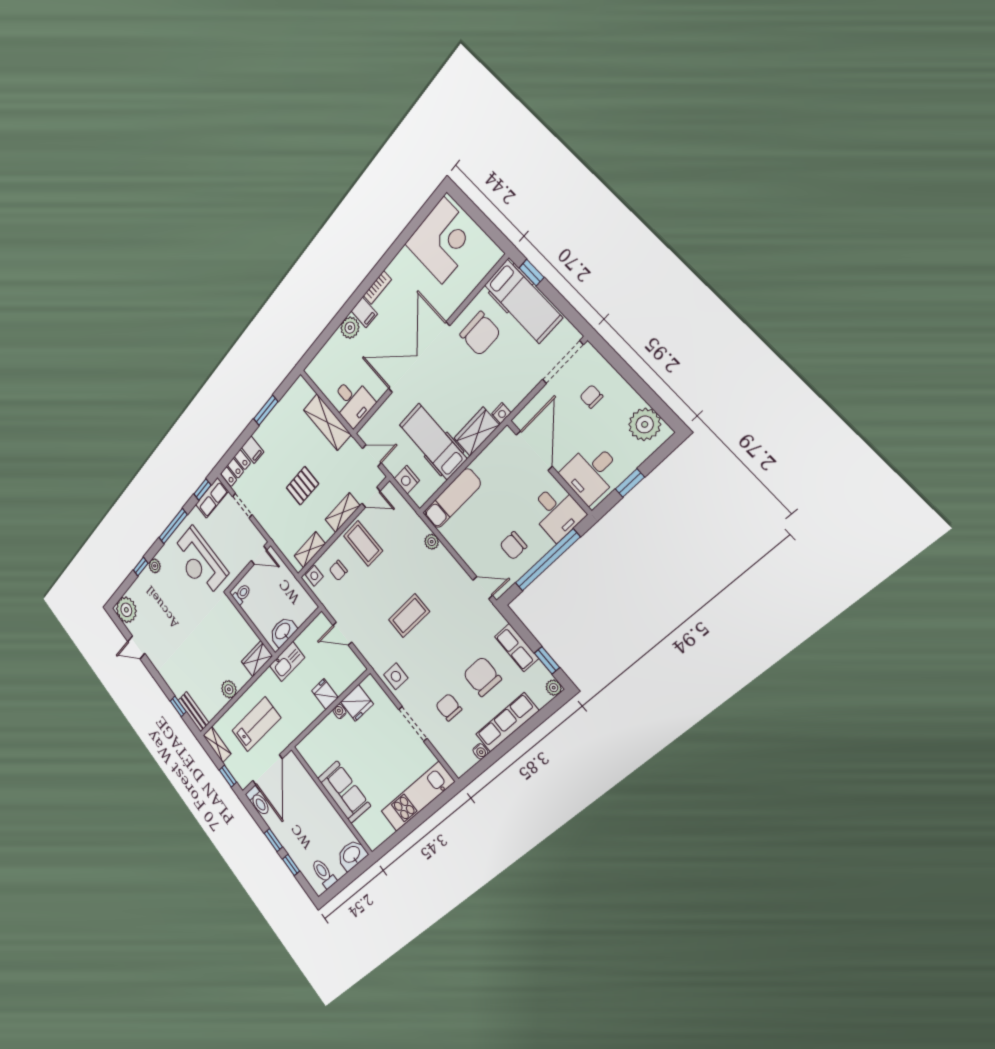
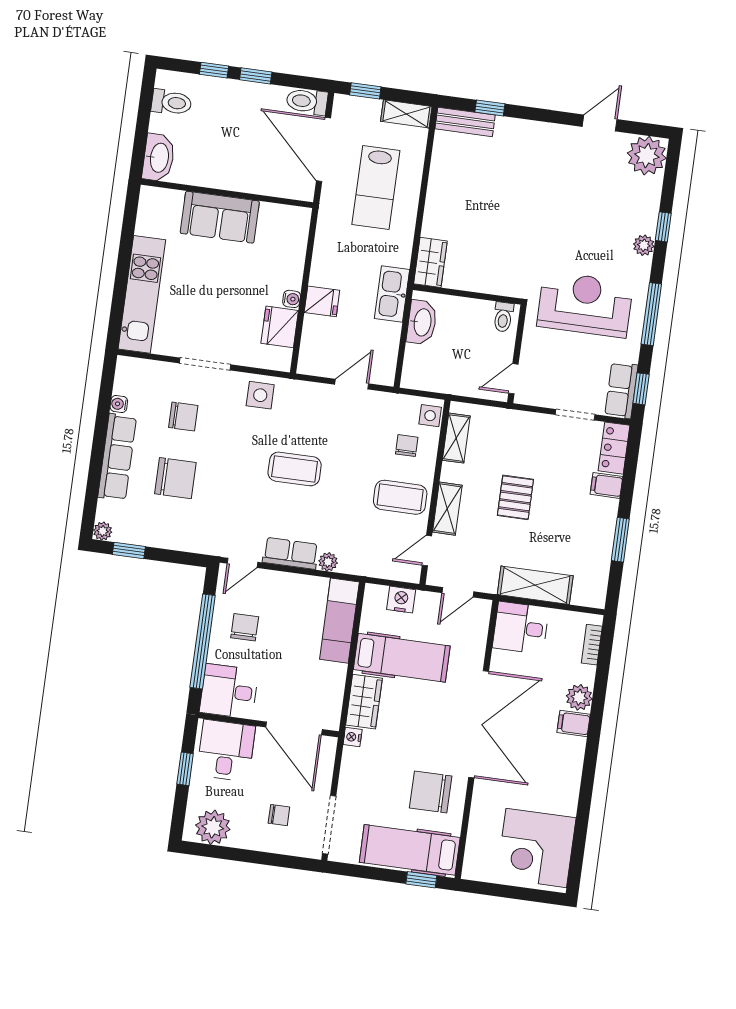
bookcase: (377, 287) -> (592, 645), moved
coffee table: (409, 616) -> (295, 469), turned 90
row of seats: (517, 647) -> (290, 553), moved
plant: (229, 689) -> (439, 194), removed

